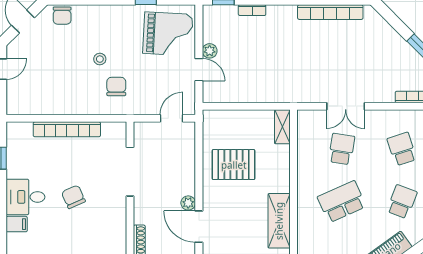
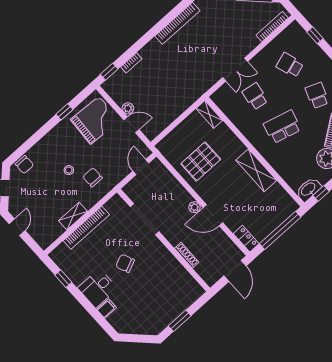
shelving: (64, 107) -> (73, 216), added
school desk: (342, 202) -> (282, 127), turned 39

